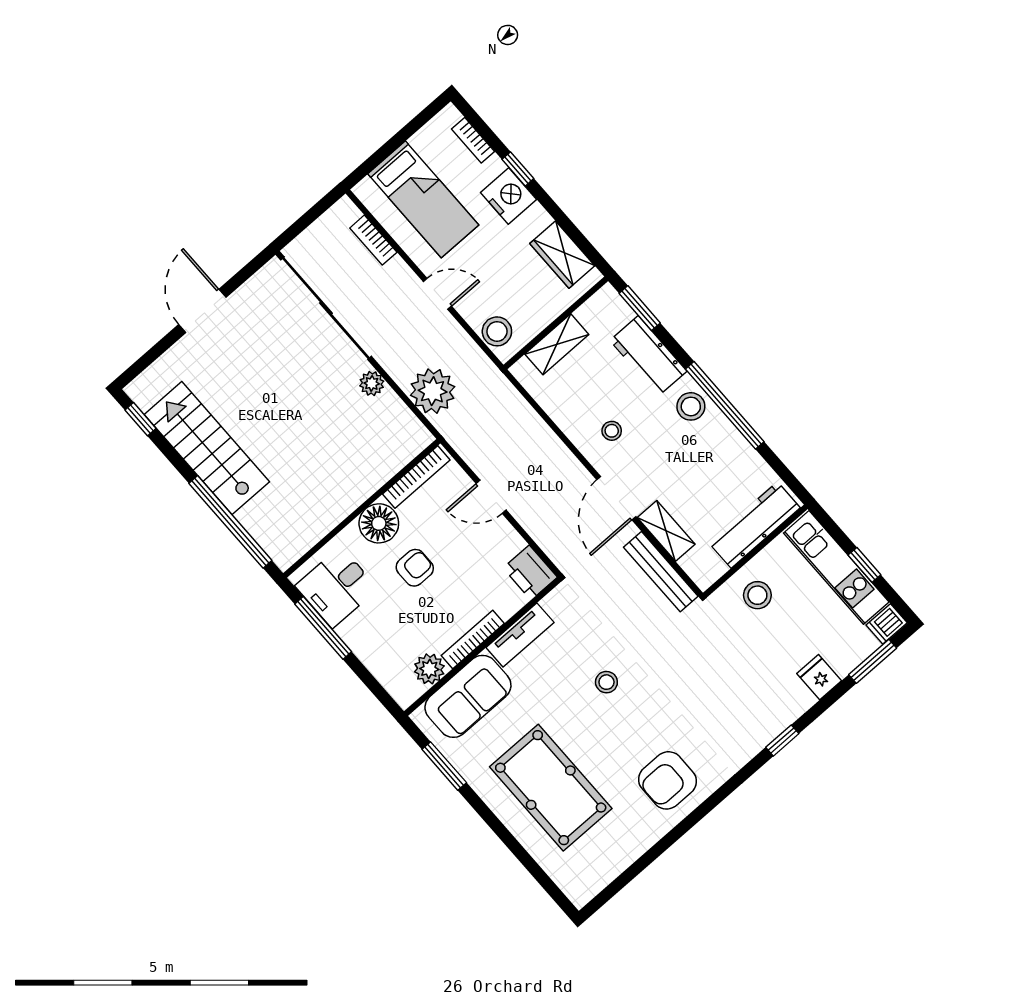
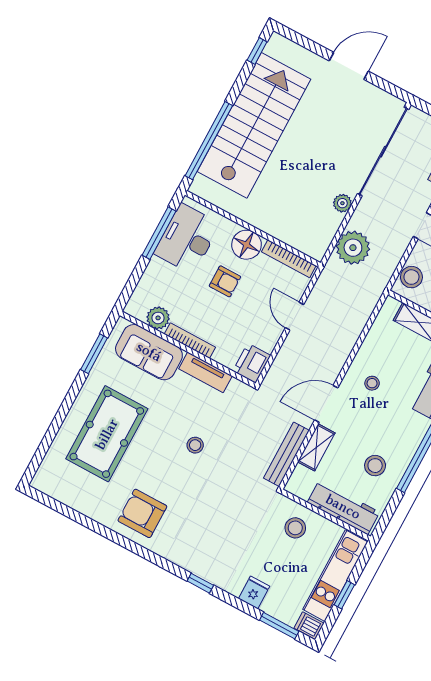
stool: (691, 406) -> (375, 466), moved
stairs: (207, 448) -> (254, 125), width x1.36, depth x1.51
desk: (336, 587) -> (187, 239), width x1.37

